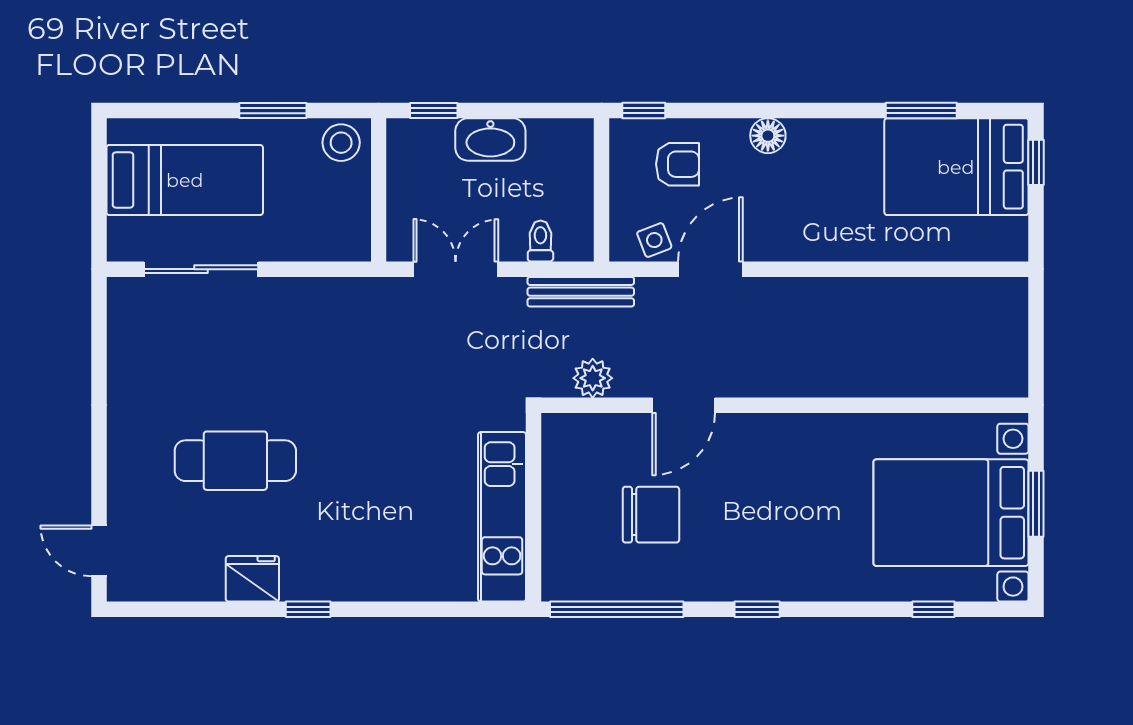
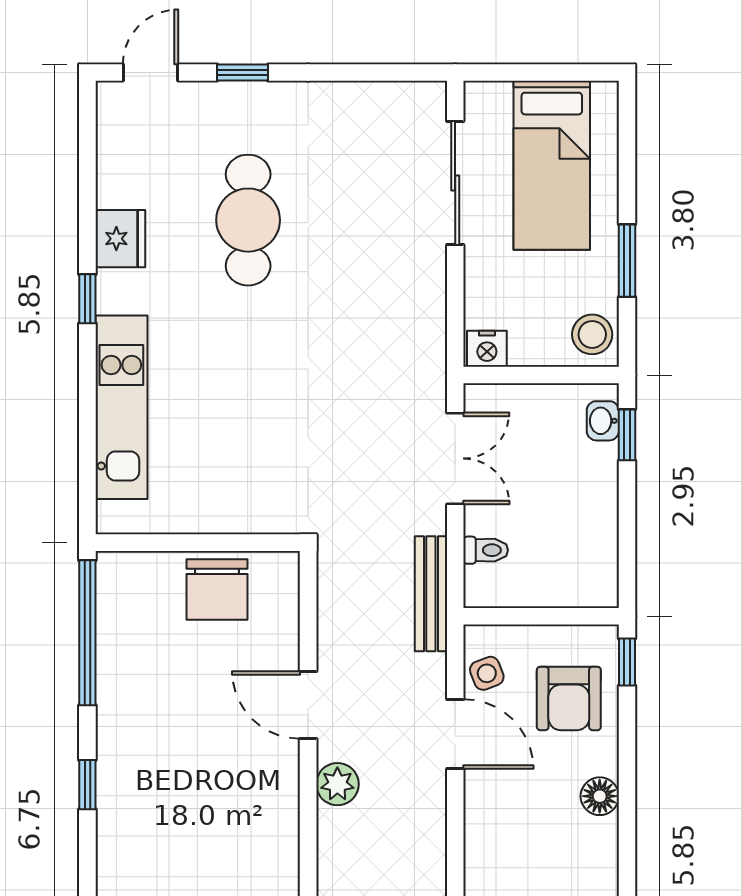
washbasin: (490, 139) -> (603, 421), moved, width x0.52, depth x0.69
armchair: (678, 164) -> (569, 698), width x1.38, depth x1.38
nightstand: (354, 240) -> (487, 349), added
plant: (593, 378) -> (337, 784), moved
window: (99, 466) -> (243, 73), added
chair: (651, 515) -> (217, 590), moved
kitchen unit: (502, 517) -> (121, 407), moved, turned 90

